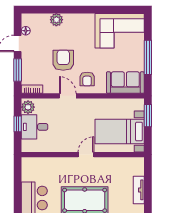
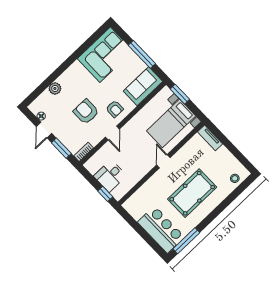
door: (68, 96) -> (112, 133), swing flipped
plant: (28, 107) -> (93, 167), removed
window: (18, 124) -> (105, 194), moved
tv unit: (139, 190) -> (210, 138), moved

